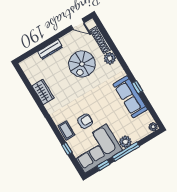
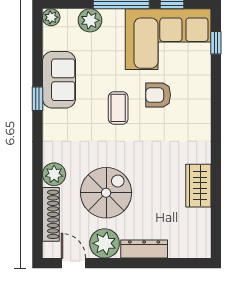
plant: (69, 41) -> (105, 243), added
sofa: (130, 97) -> (59, 80), width x0.73
coffee table: (66, 130) -> (118, 108), moved
plant: (125, 142) -> (90, 20), moved
window: (67, 149) -> (216, 43), moved

